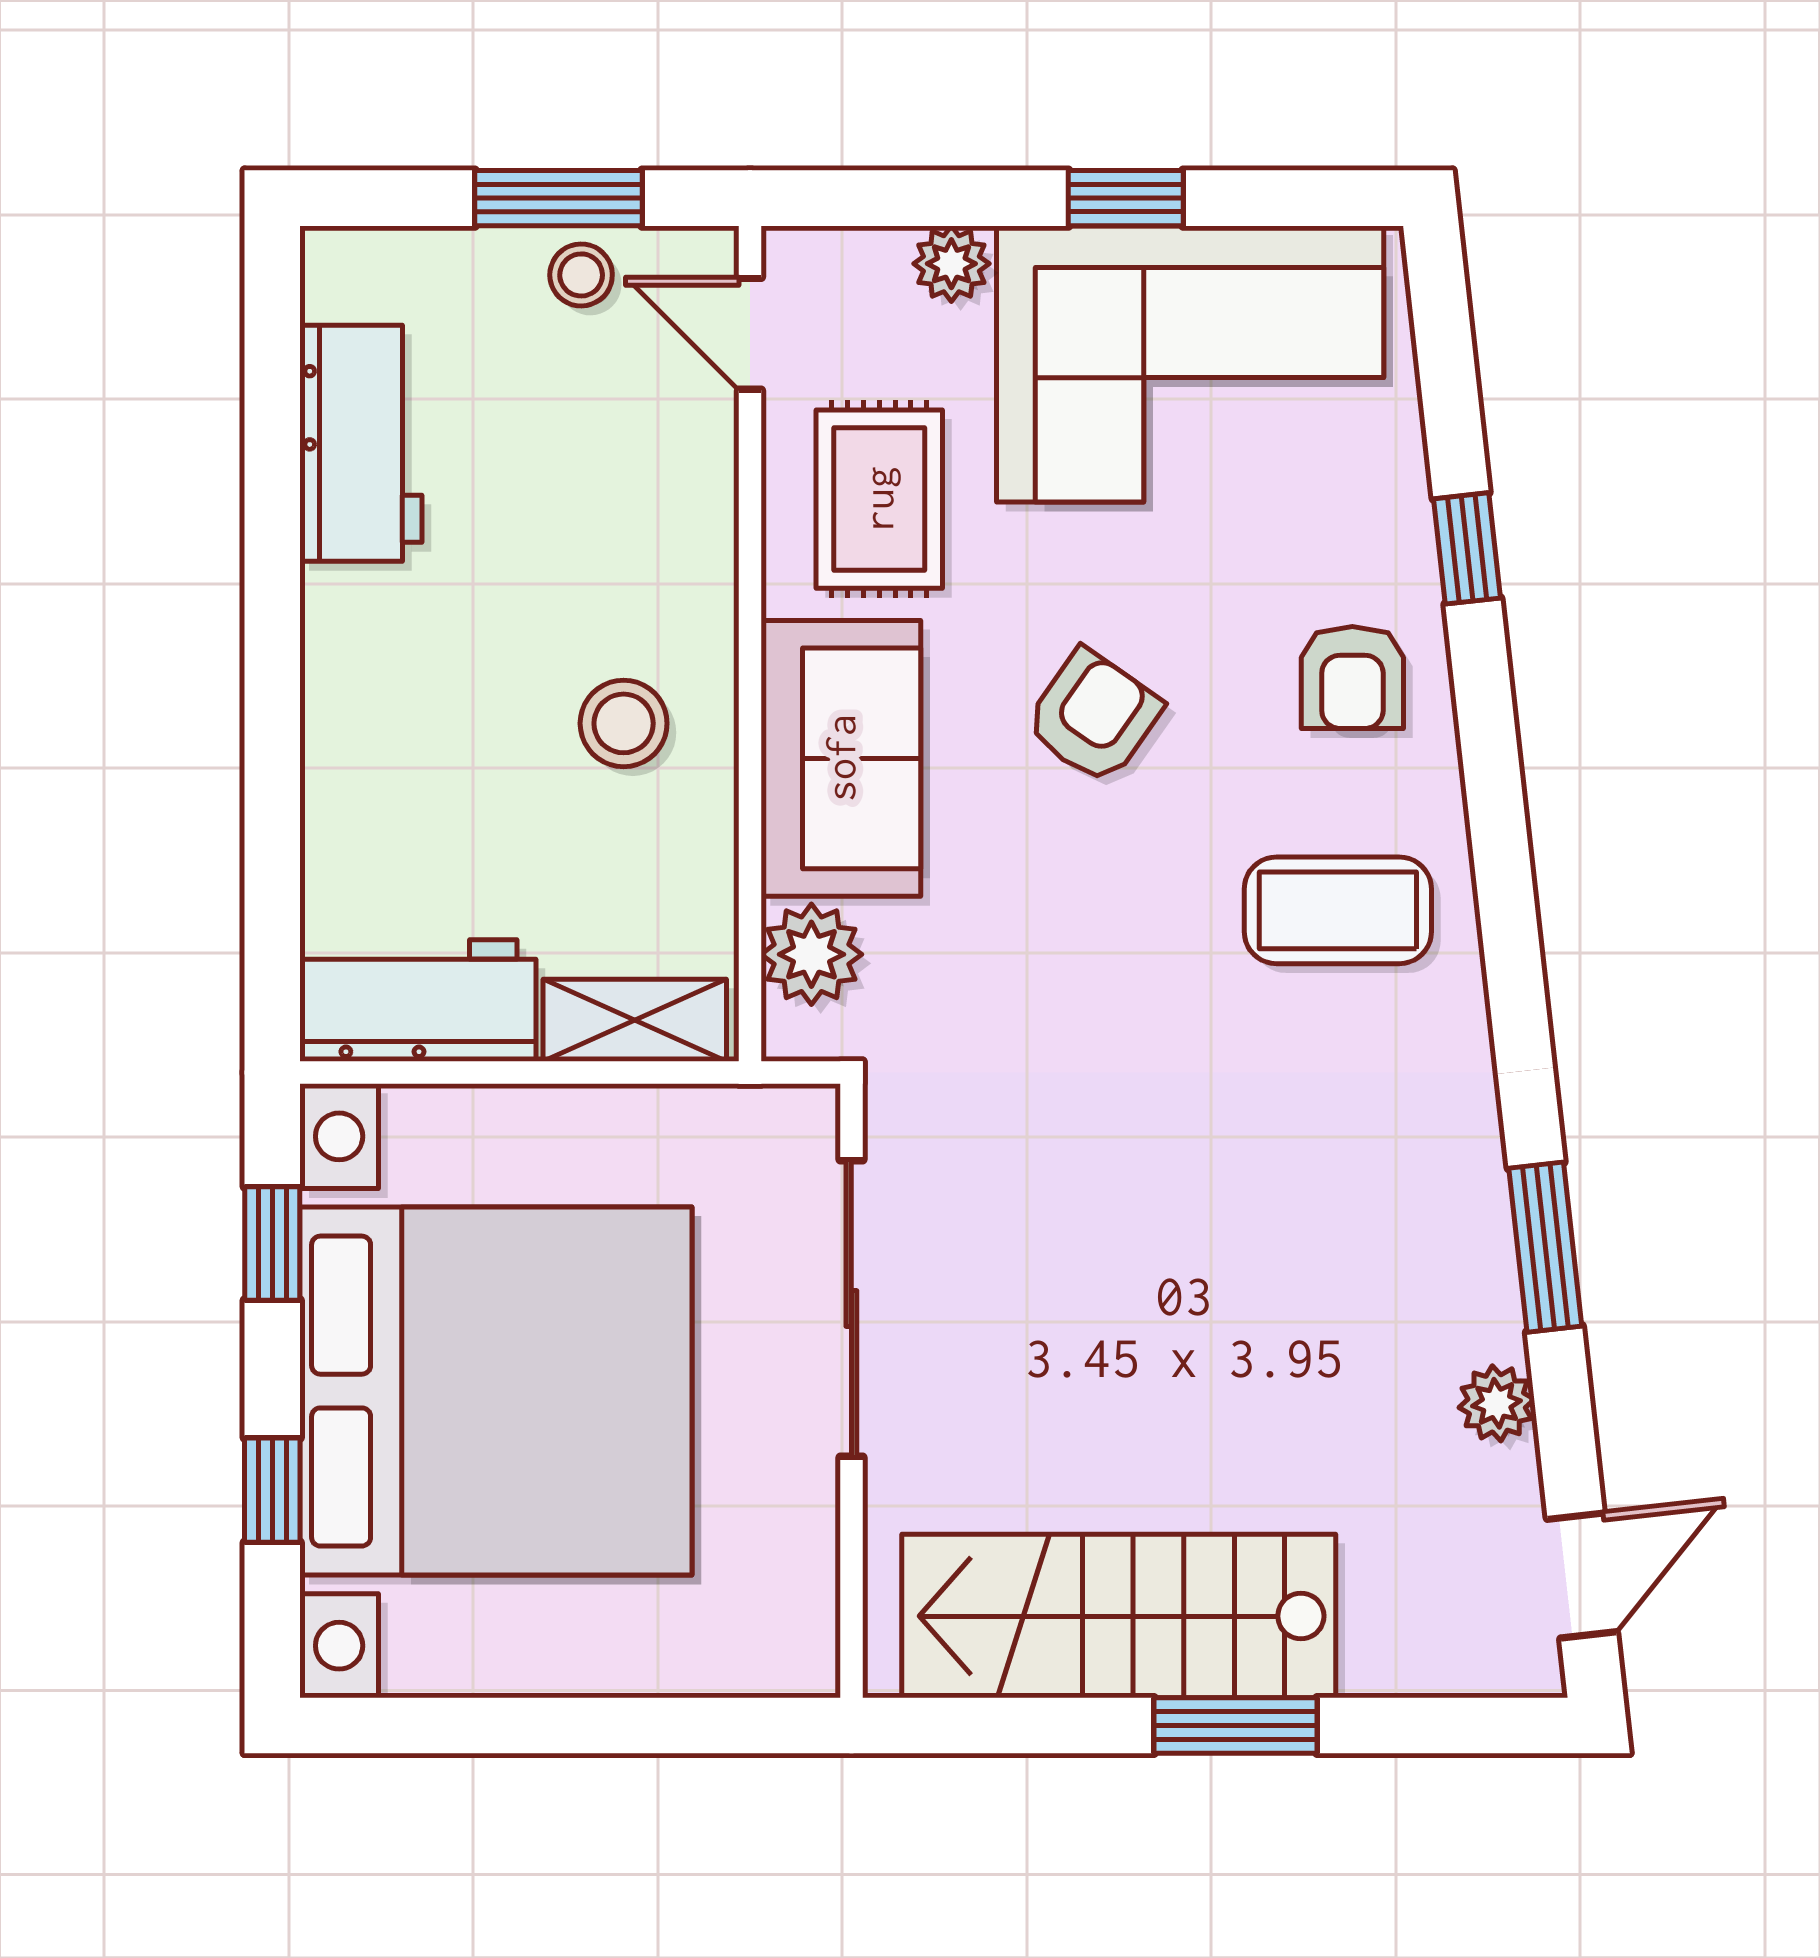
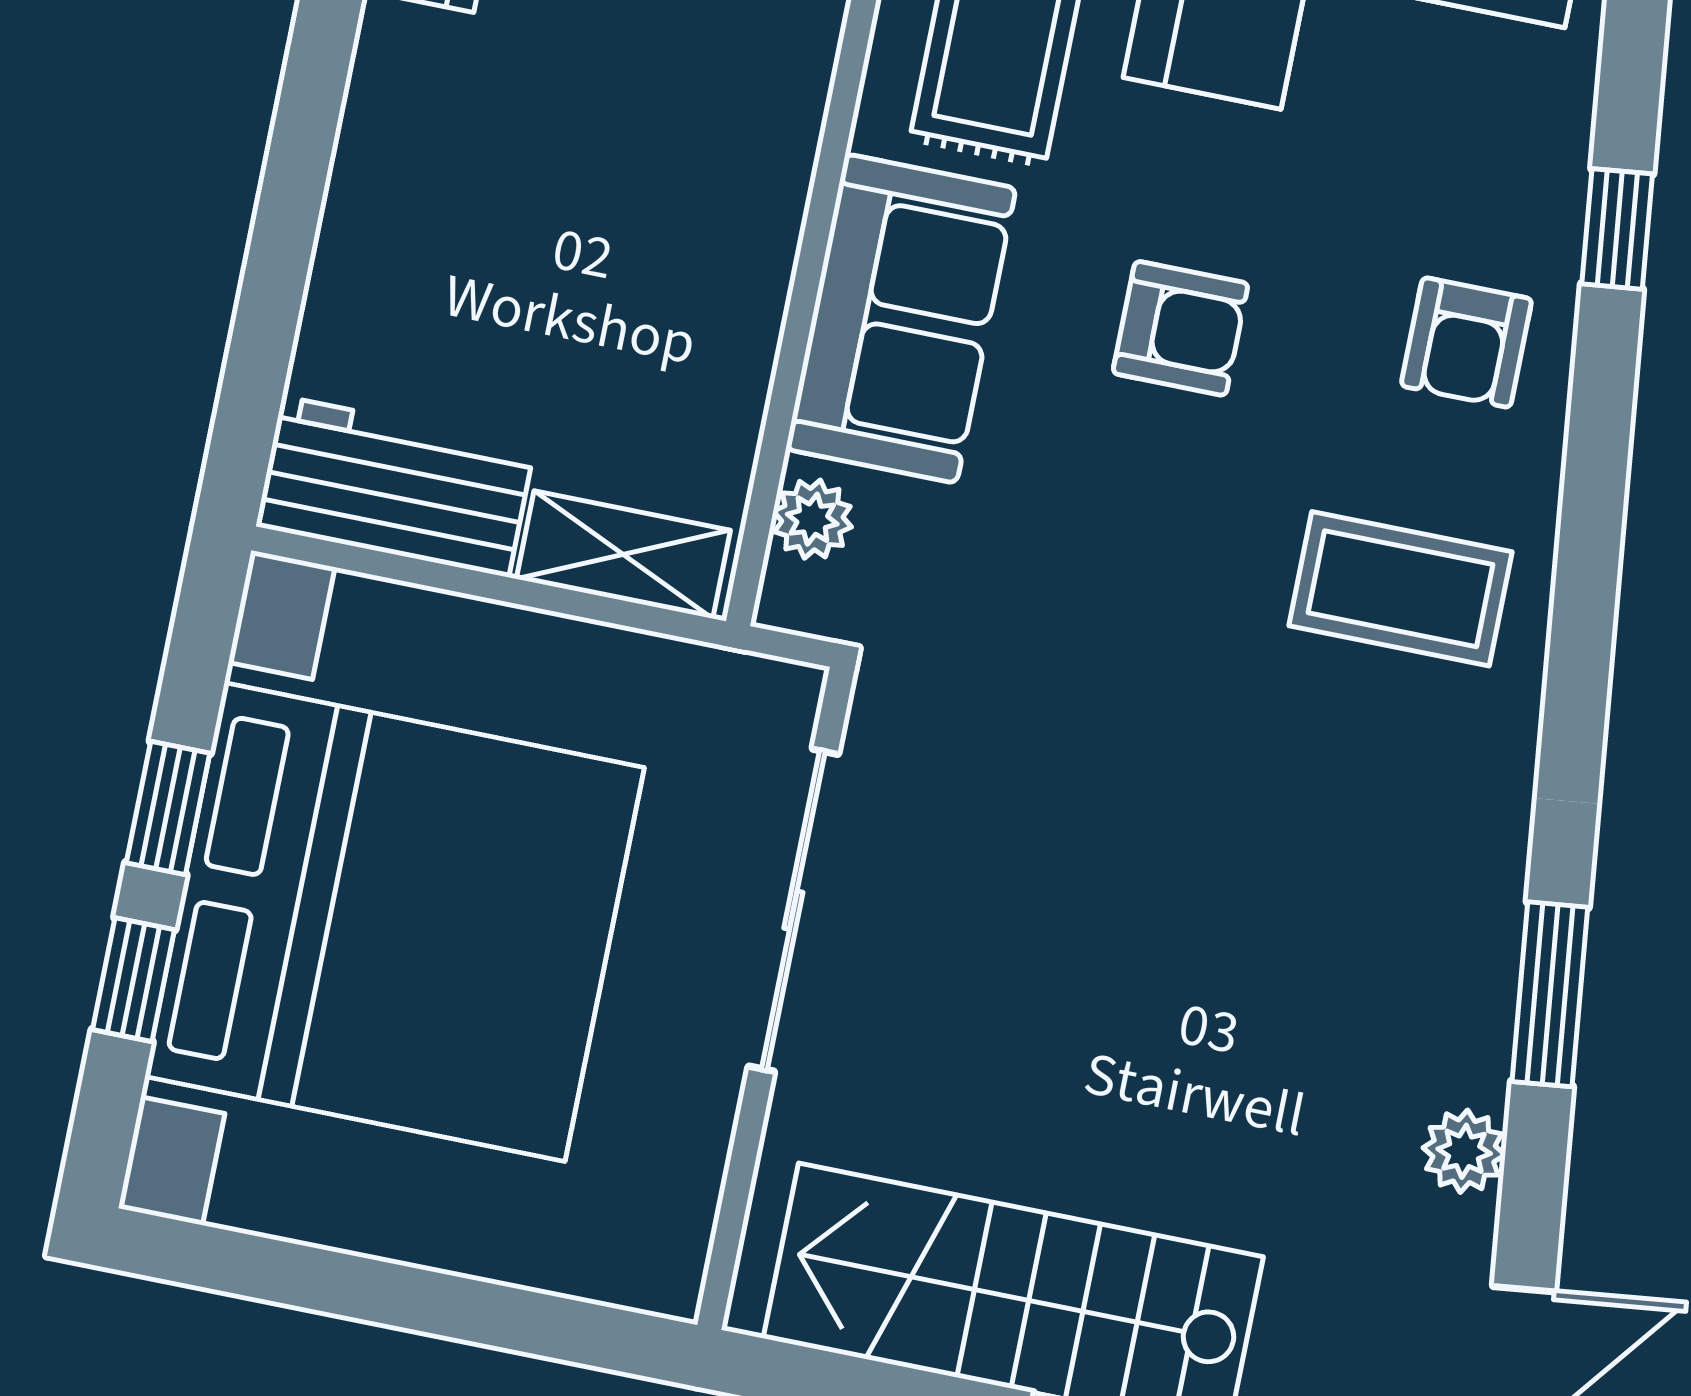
armchair: (1093, 717) -> (1180, 328), turned 55
stool: (624, 723) -> (676, 234), removed
plant: (811, 954) -> (812, 519), width x0.73, depth x0.73
window: (272, 1244) -> (168, 808), moved

